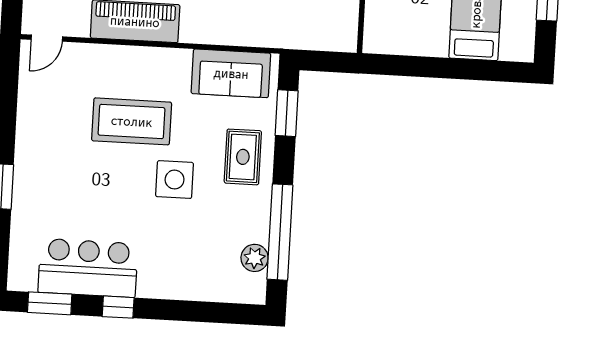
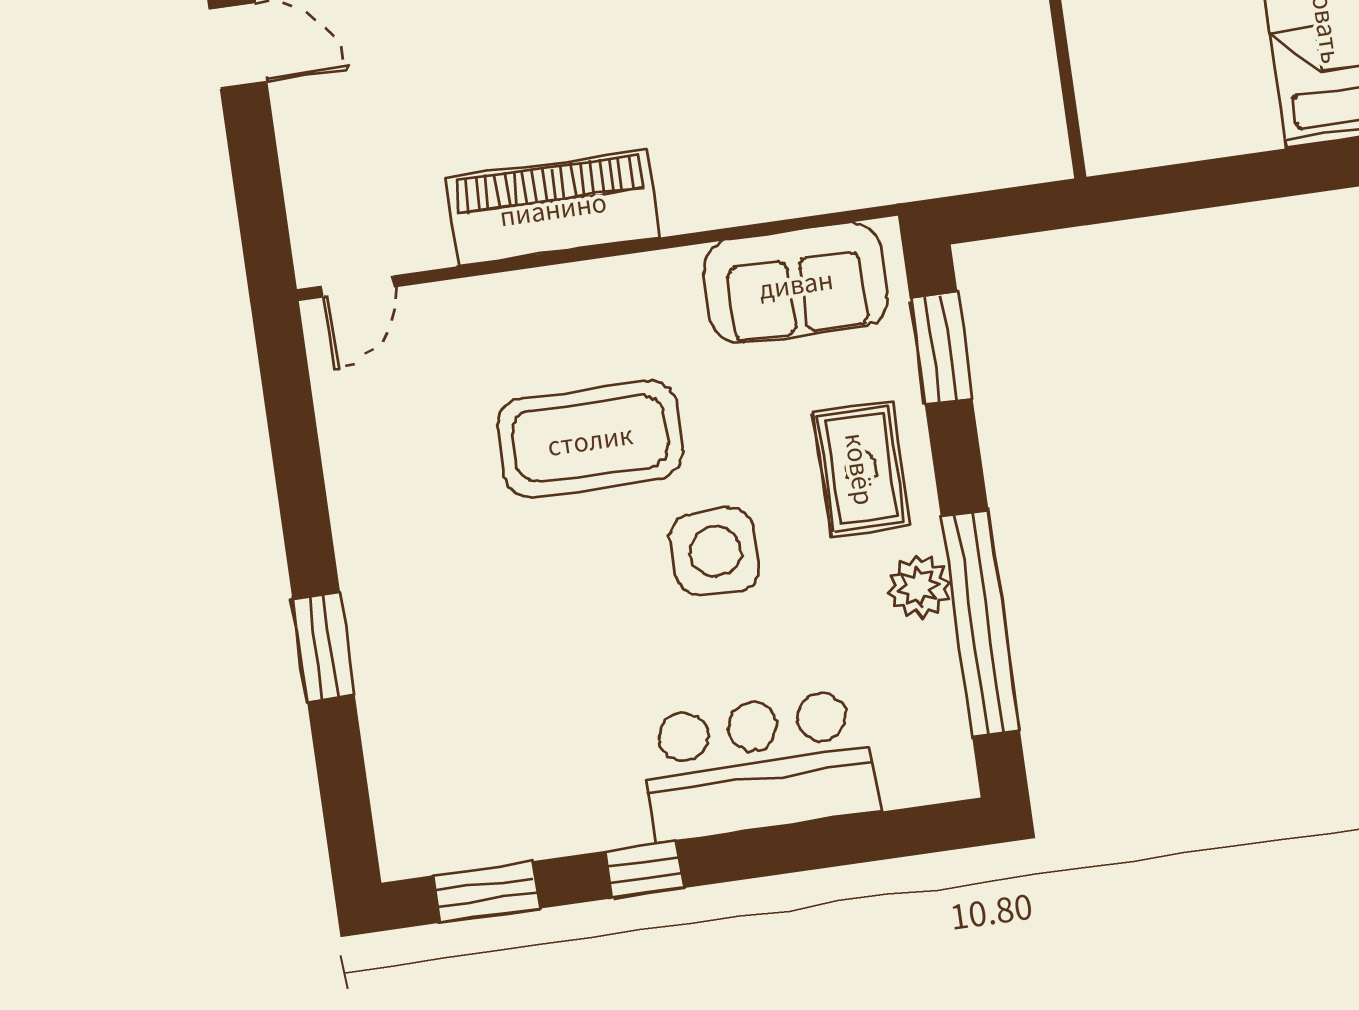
plant: (255, 258) -> (919, 587), moved
bar counter: (88, 268) -> (758, 765), moved

